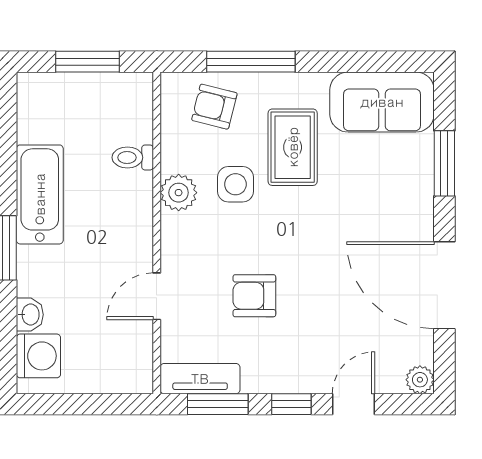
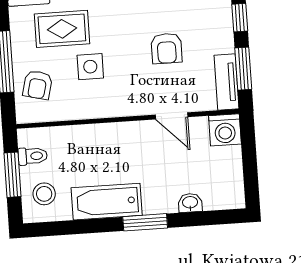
stool: (57, 105) -> (44, 194), added
toilet: (133, 157) -> (33, 156), moved, turned -90
plant: (179, 193) -> (99, 106), removed
washing machine: (38, 356) -> (225, 130), moved, turned 180

